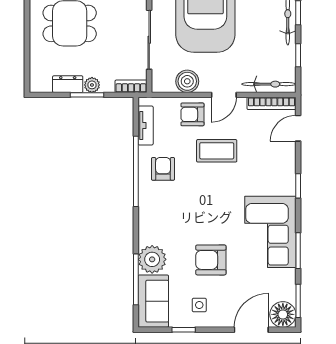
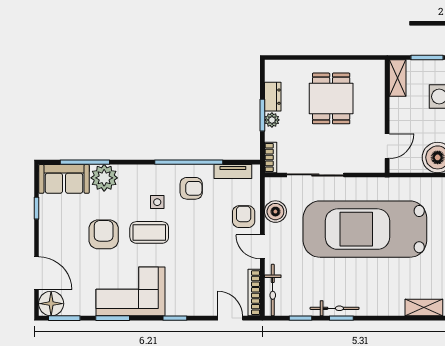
coffee table: (217, 151) -> (149, 232), moved, turned 90
side table: (199, 305) -> (157, 202), moved

